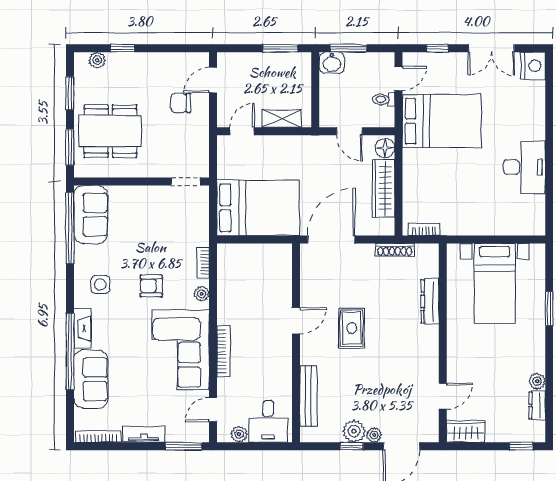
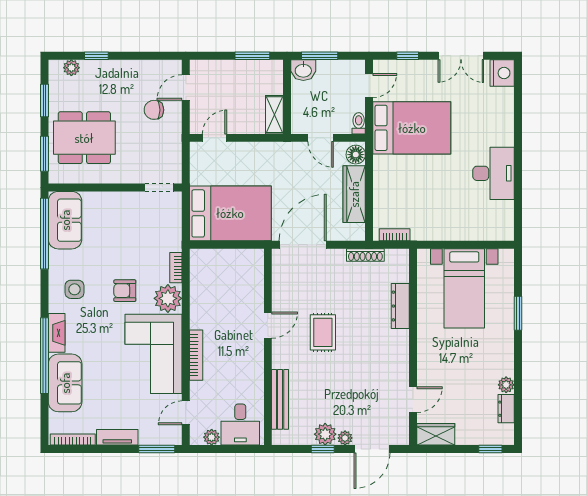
toilet: (384, 99) -> (359, 123), moved, turned 90
shelving: (282, 119) -> (274, 115), moved, turned 90
plant: (201, 294) -> (168, 298), width x1.88, depth x1.88

